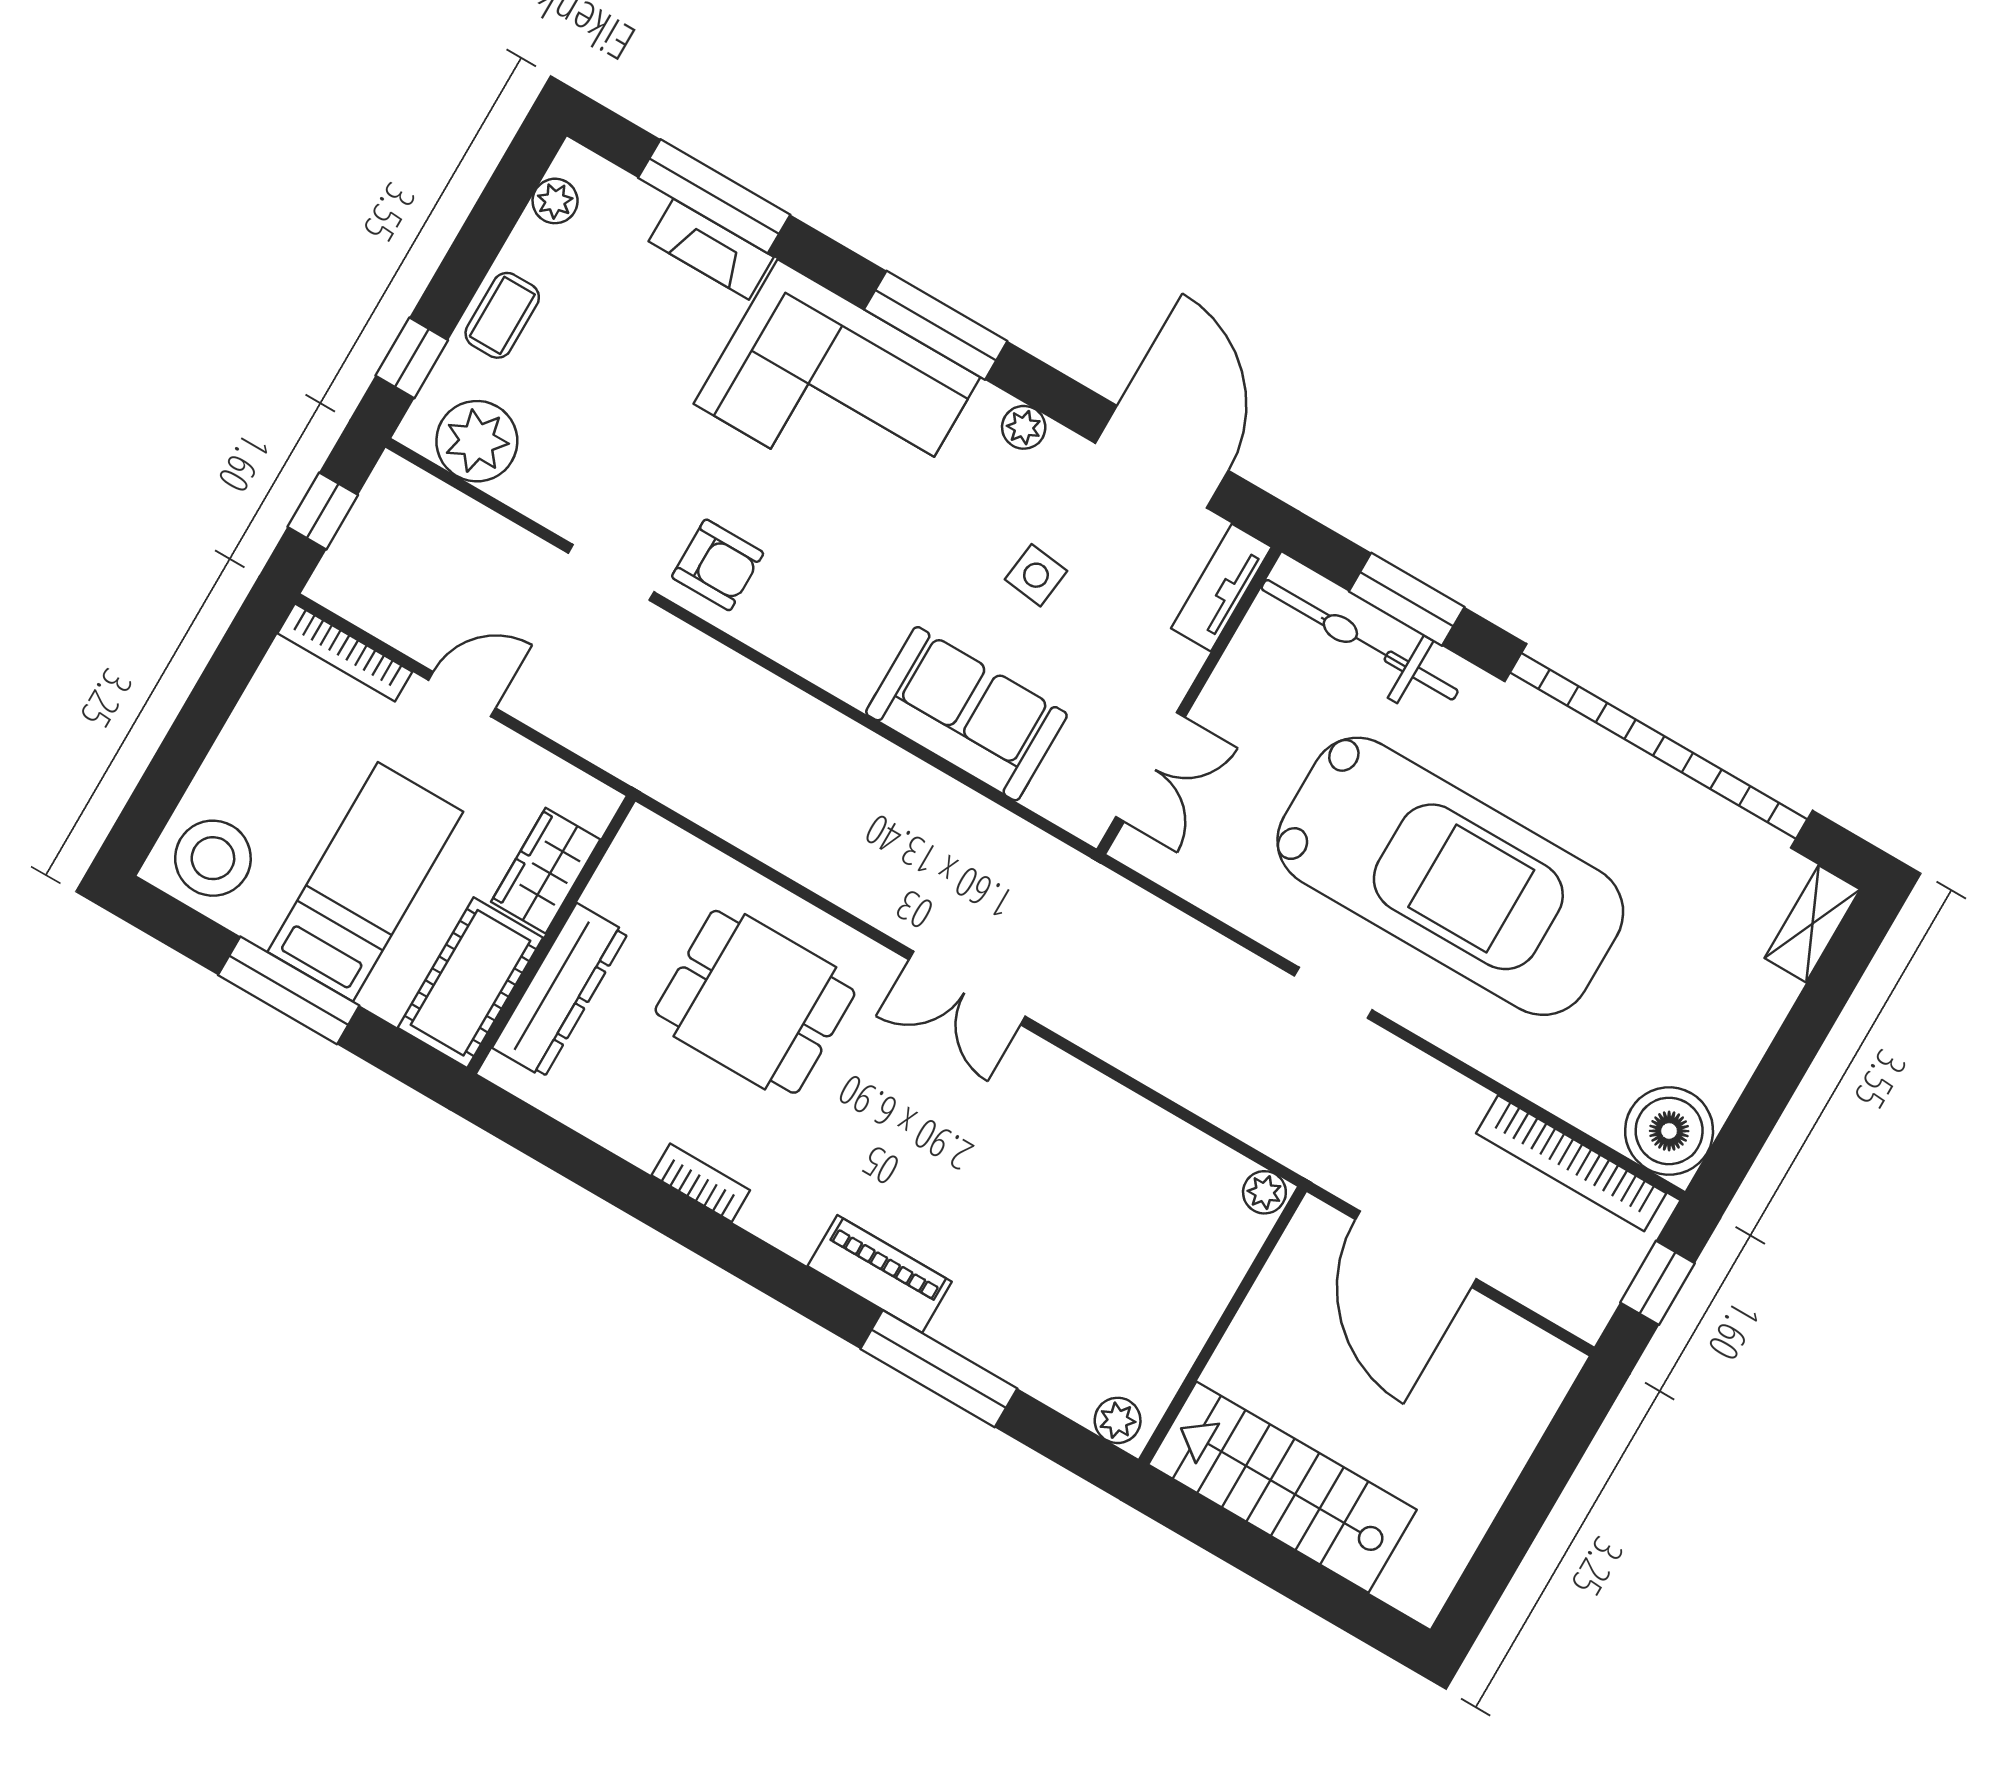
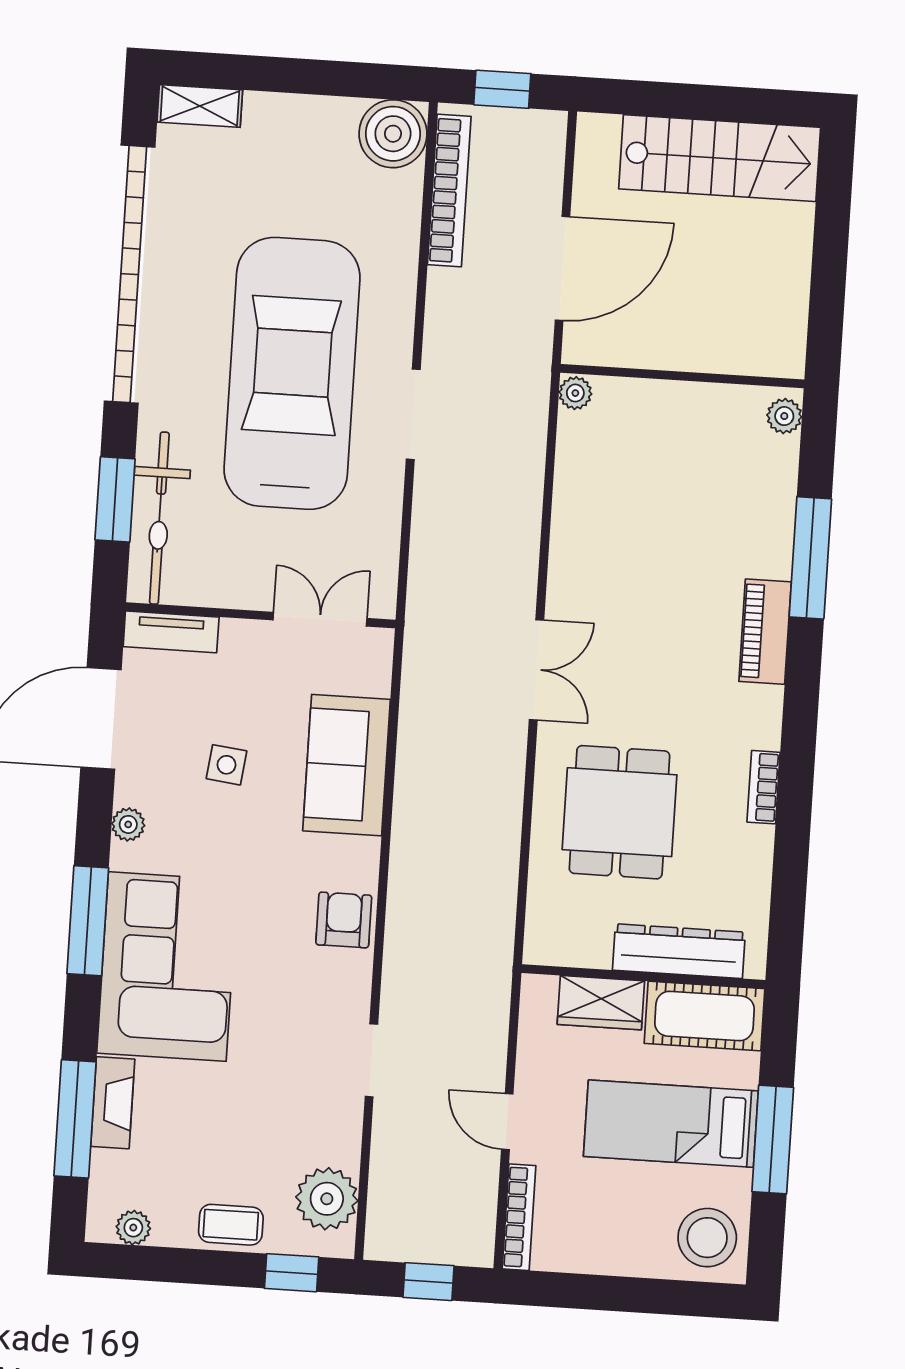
armchair: (718, 565) -> (344, 920), moved
doorway: (1333, 993) -> (413, 414), width x1.38
stairs: (1282, 1487) -> (720, 158), moved, turned -90

